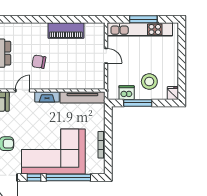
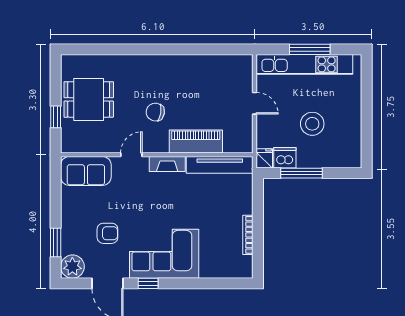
piano: (66, 31) -> (196, 142), moved, turned 180
stool: (149, 82) -> (312, 124), moved
fridge: (173, 93) -> (264, 158), moved
corner sofa: (53, 152) -> (164, 254), width x0.73, depth x0.74
window: (68, 178) -> (199, 283), removed

